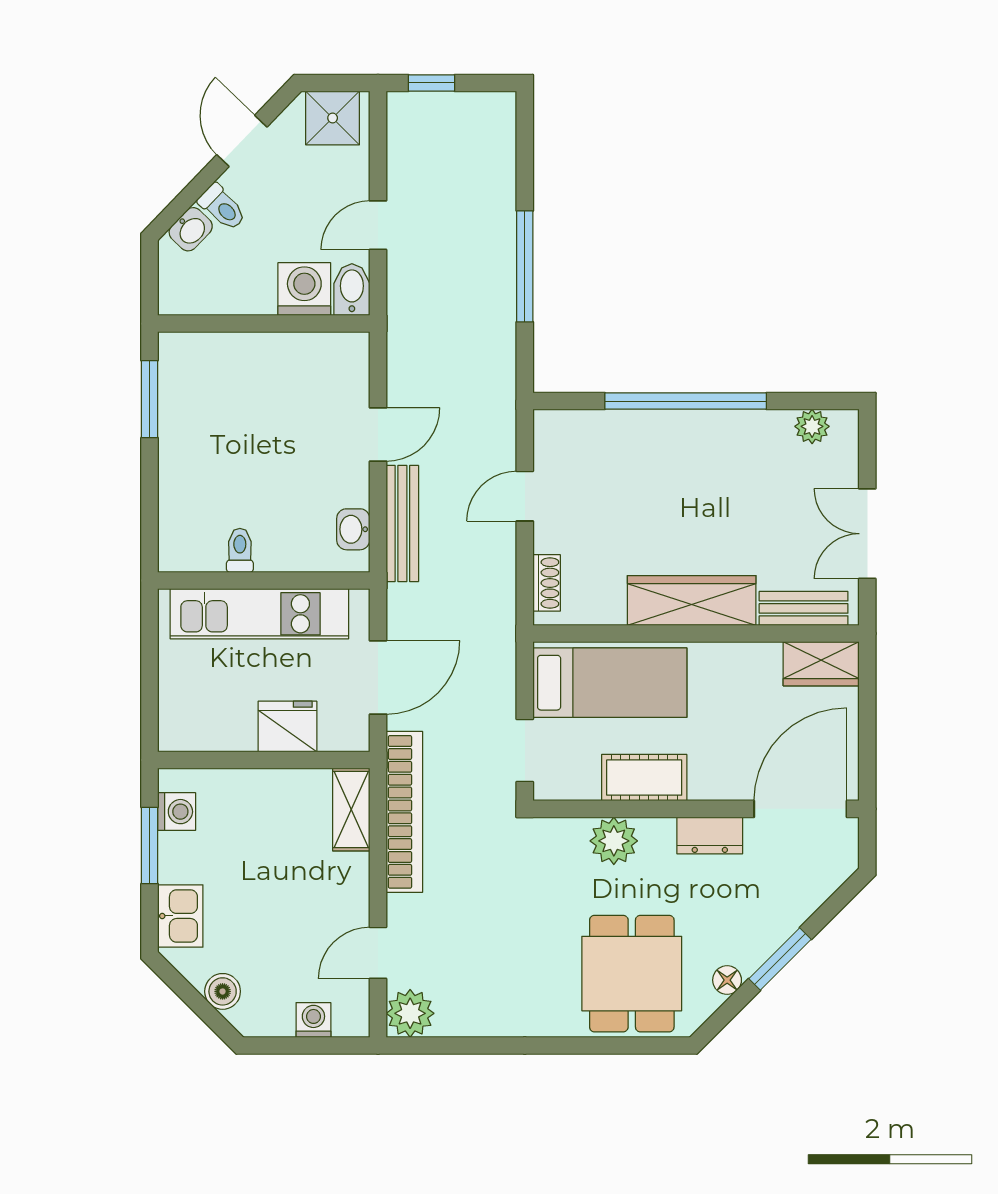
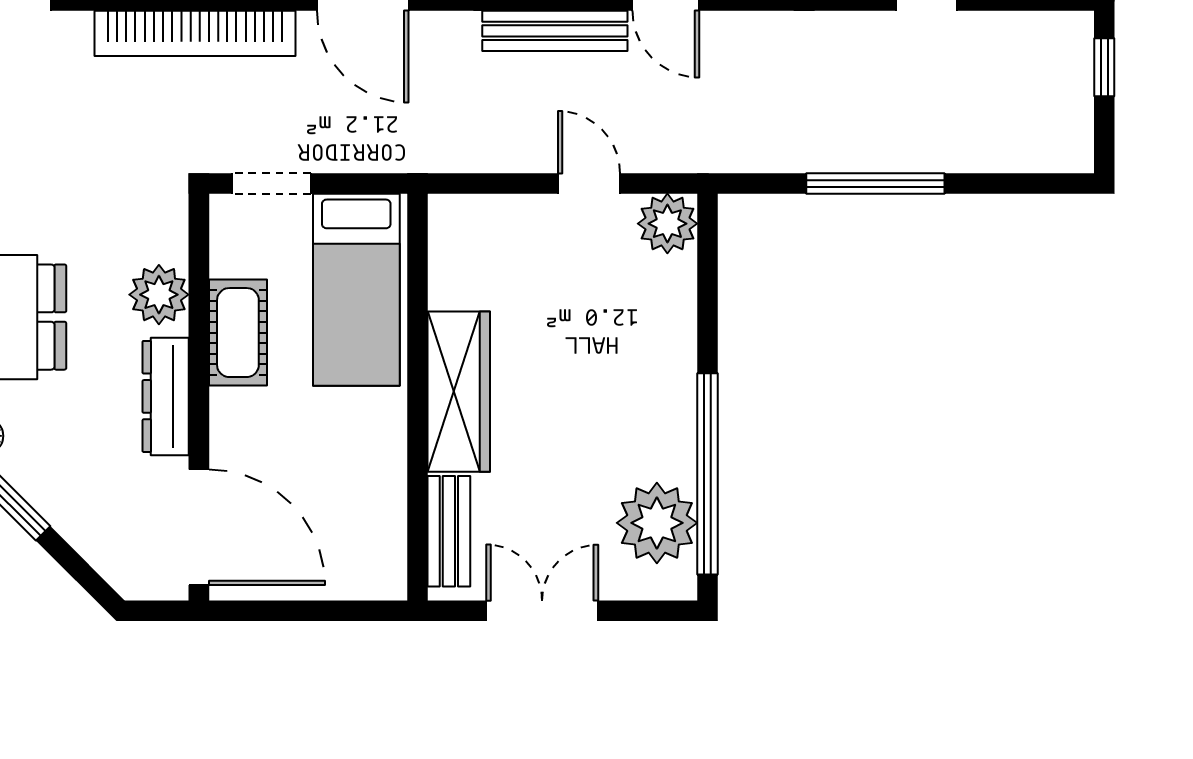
window: (686, 401) -> (707, 474), moved
plant: (812, 426) -> (657, 523), width x1.87, depth x1.87
plant: (557, 433) -> (667, 224), added
shoe rack: (547, 583) -> (481, 211), removed
wardrobe: (821, 664) -> (380, 553), removed
dresser: (710, 835) -> (166, 396), width x1.44

